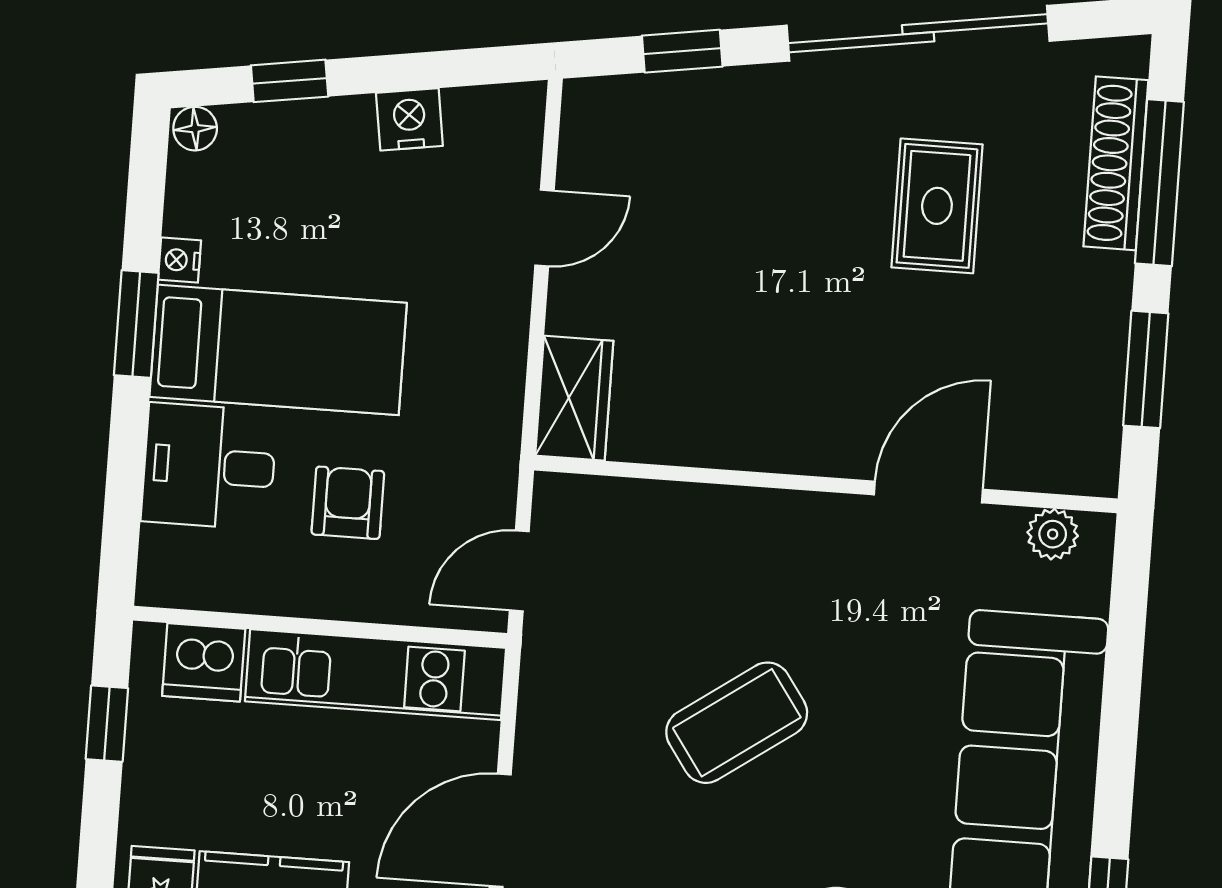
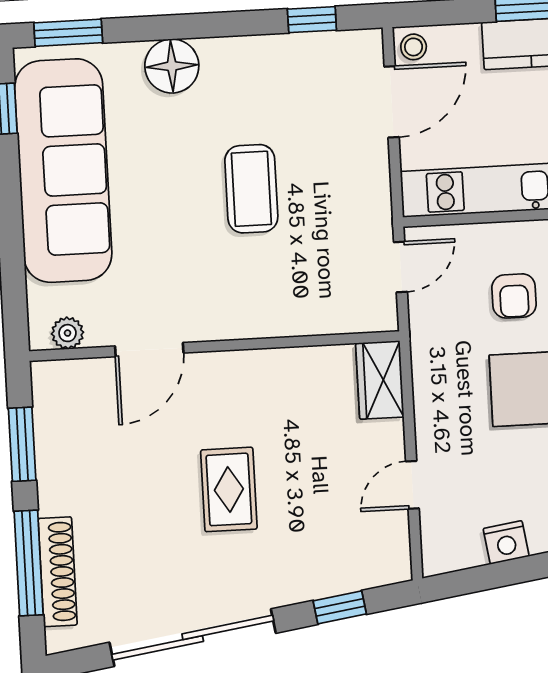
rug: (937, 206) -> (229, 489), moved
coffee table: (737, 723) -> (251, 189), turned -55

